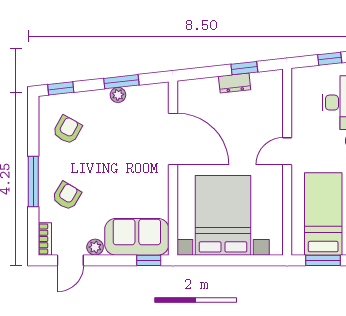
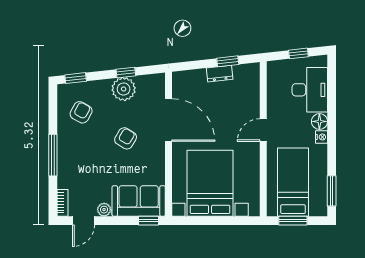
window: (121, 82) -> (126, 73), width x0.67
plant: (118, 95) -> (124, 89), width x1.88, depth x1.88
armchair: (67, 196) -> (126, 138), moved

